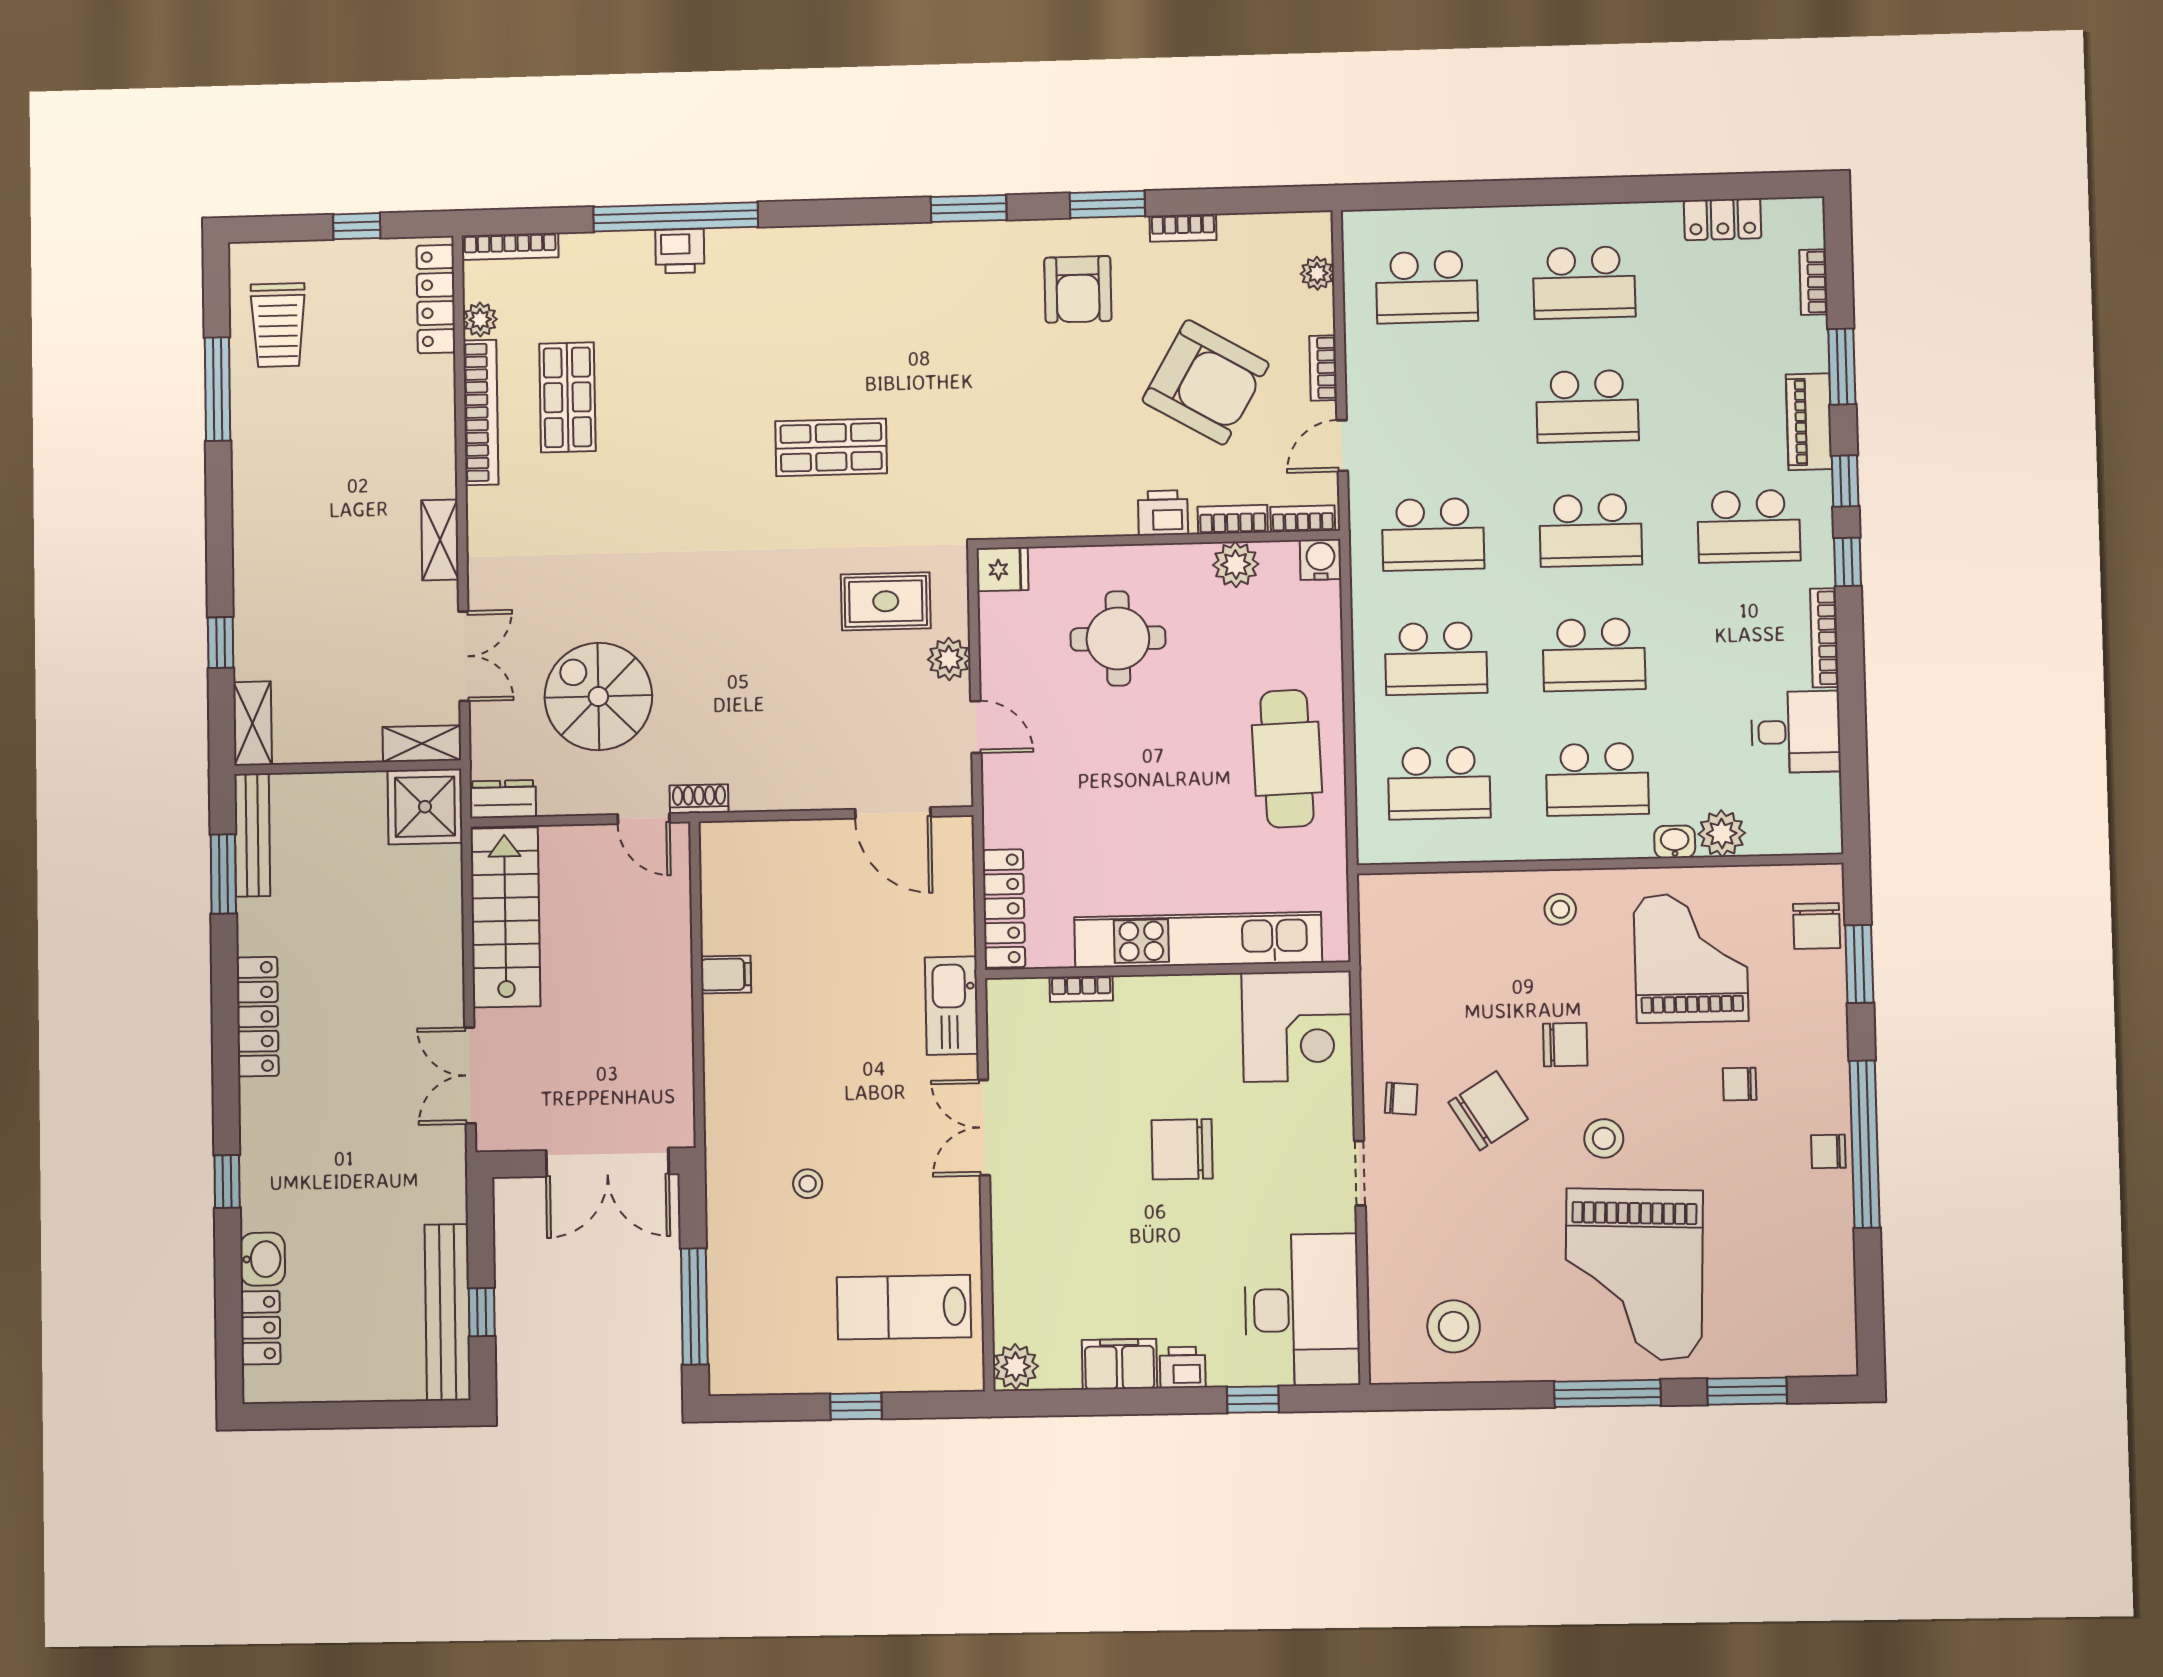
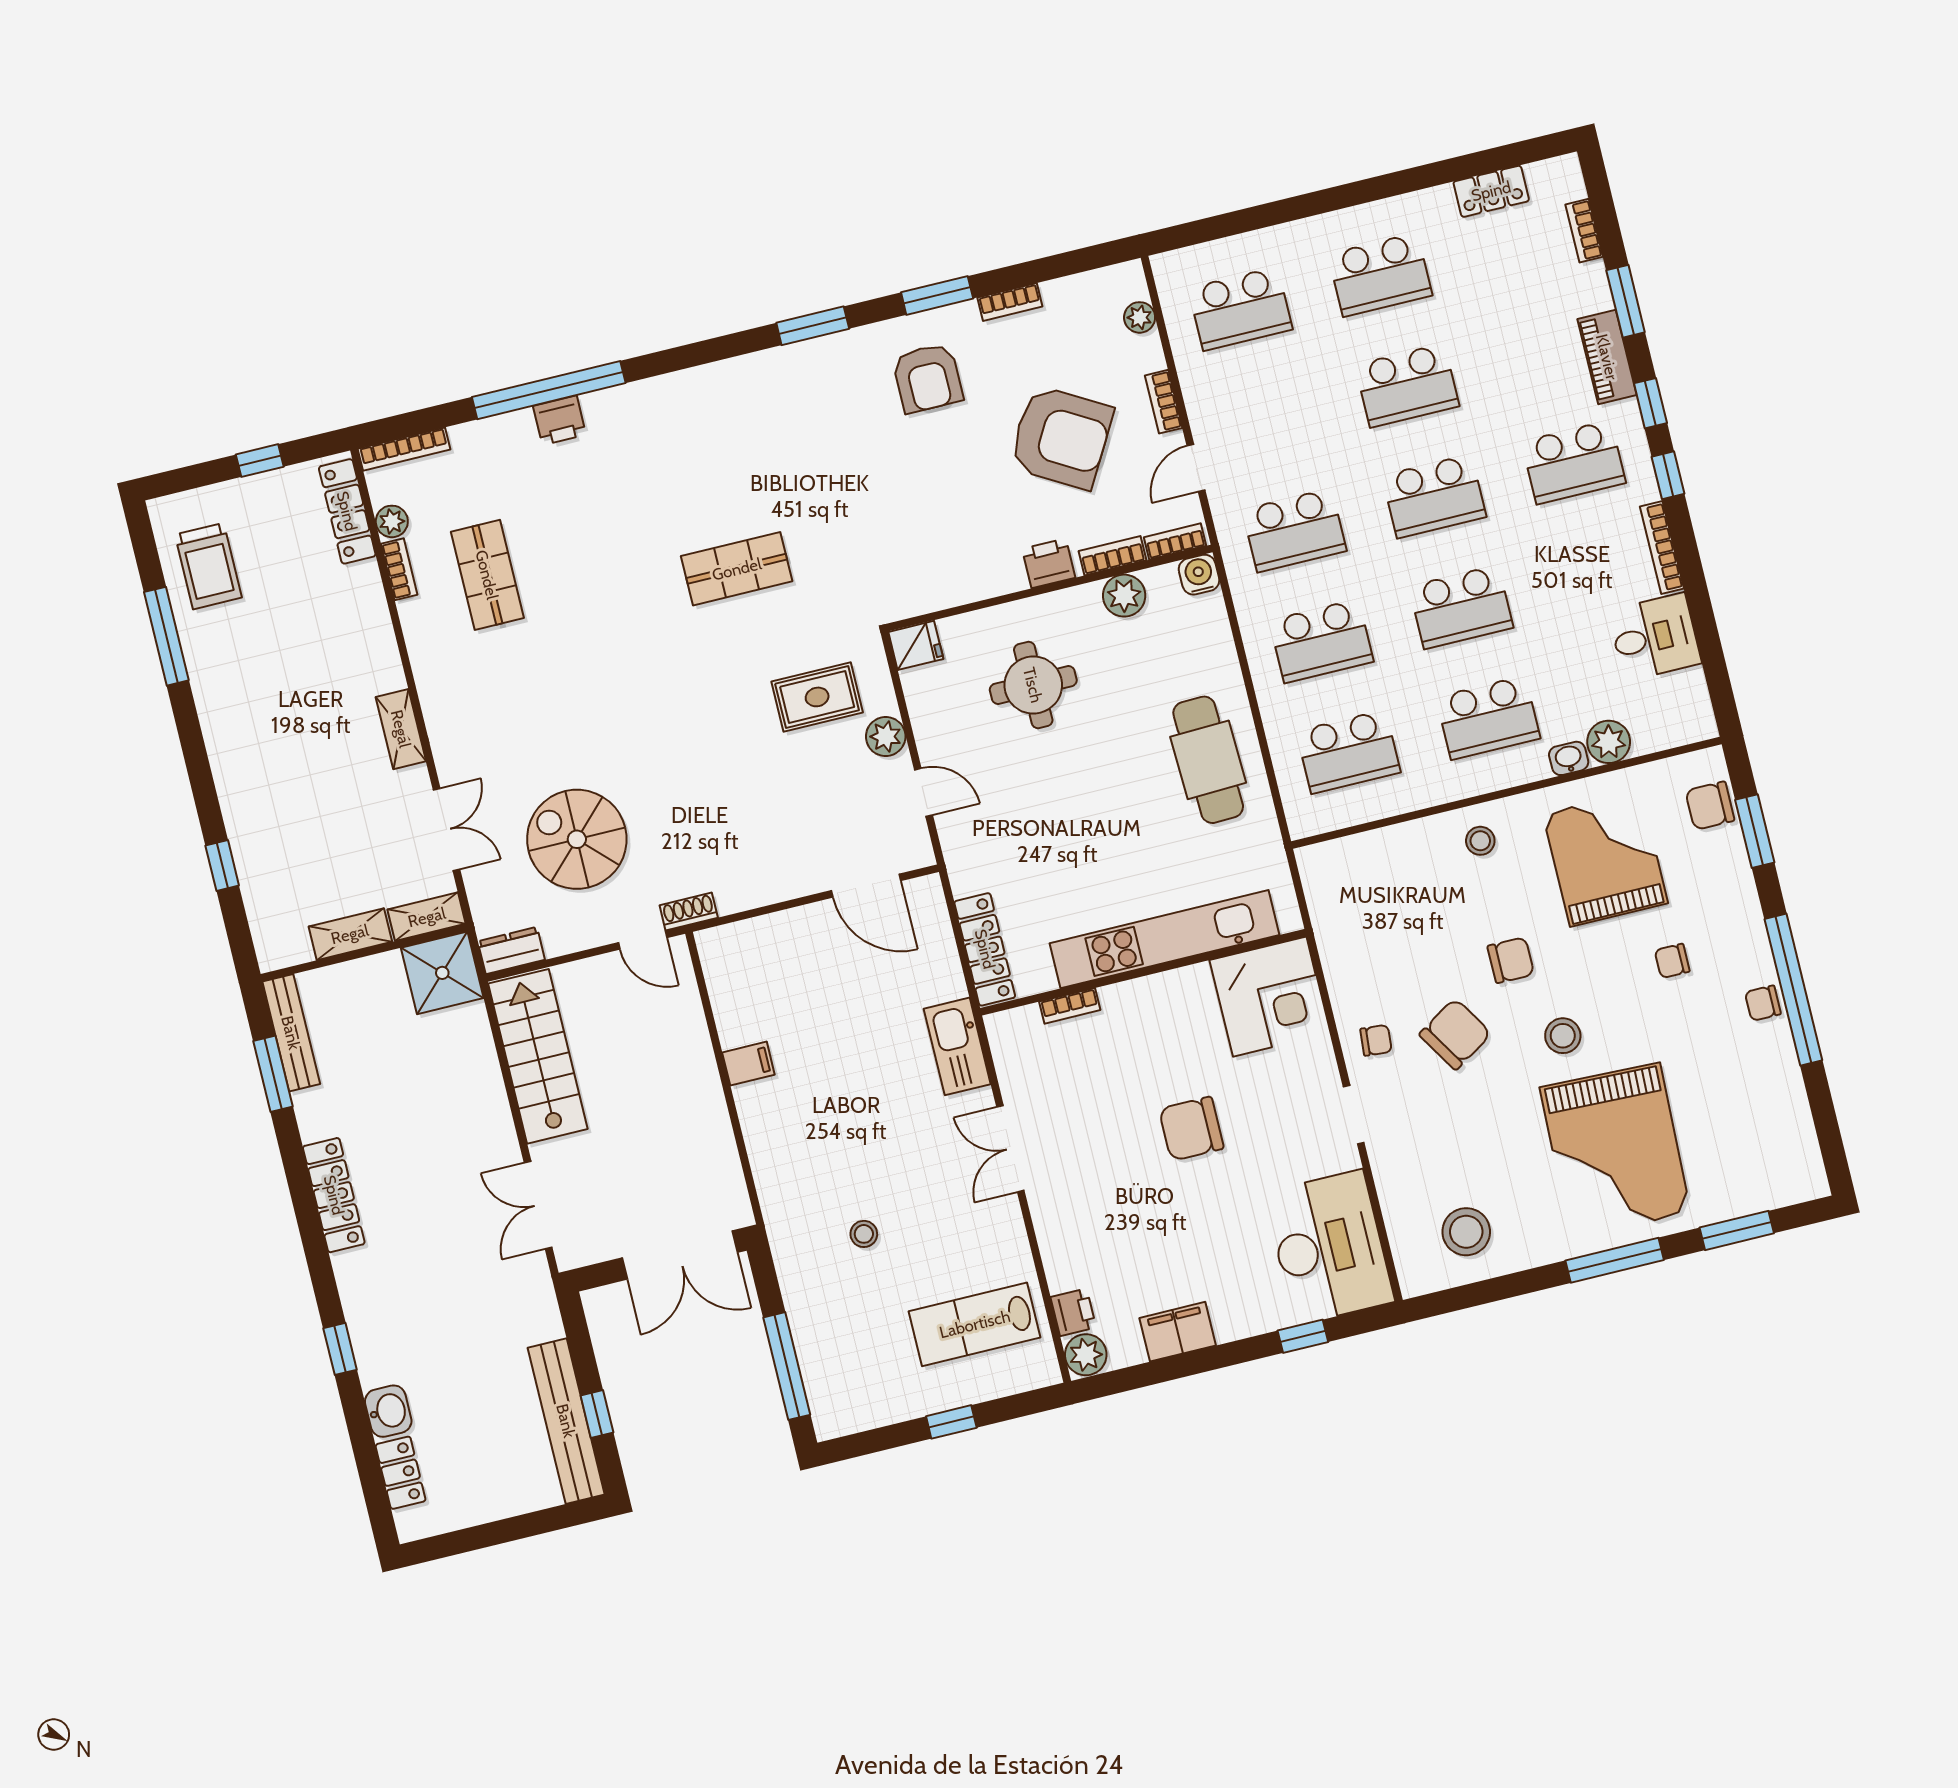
bookcase: (481, 412) -> (399, 569), width x0.43, depth x0.76
shelving: (253, 723) -> (350, 934), moved, turned 90
chair: (1817, 926) -> (1710, 806), turned 90
printer: (1183, 1367) -> (1073, 1312), moved, turned 90

